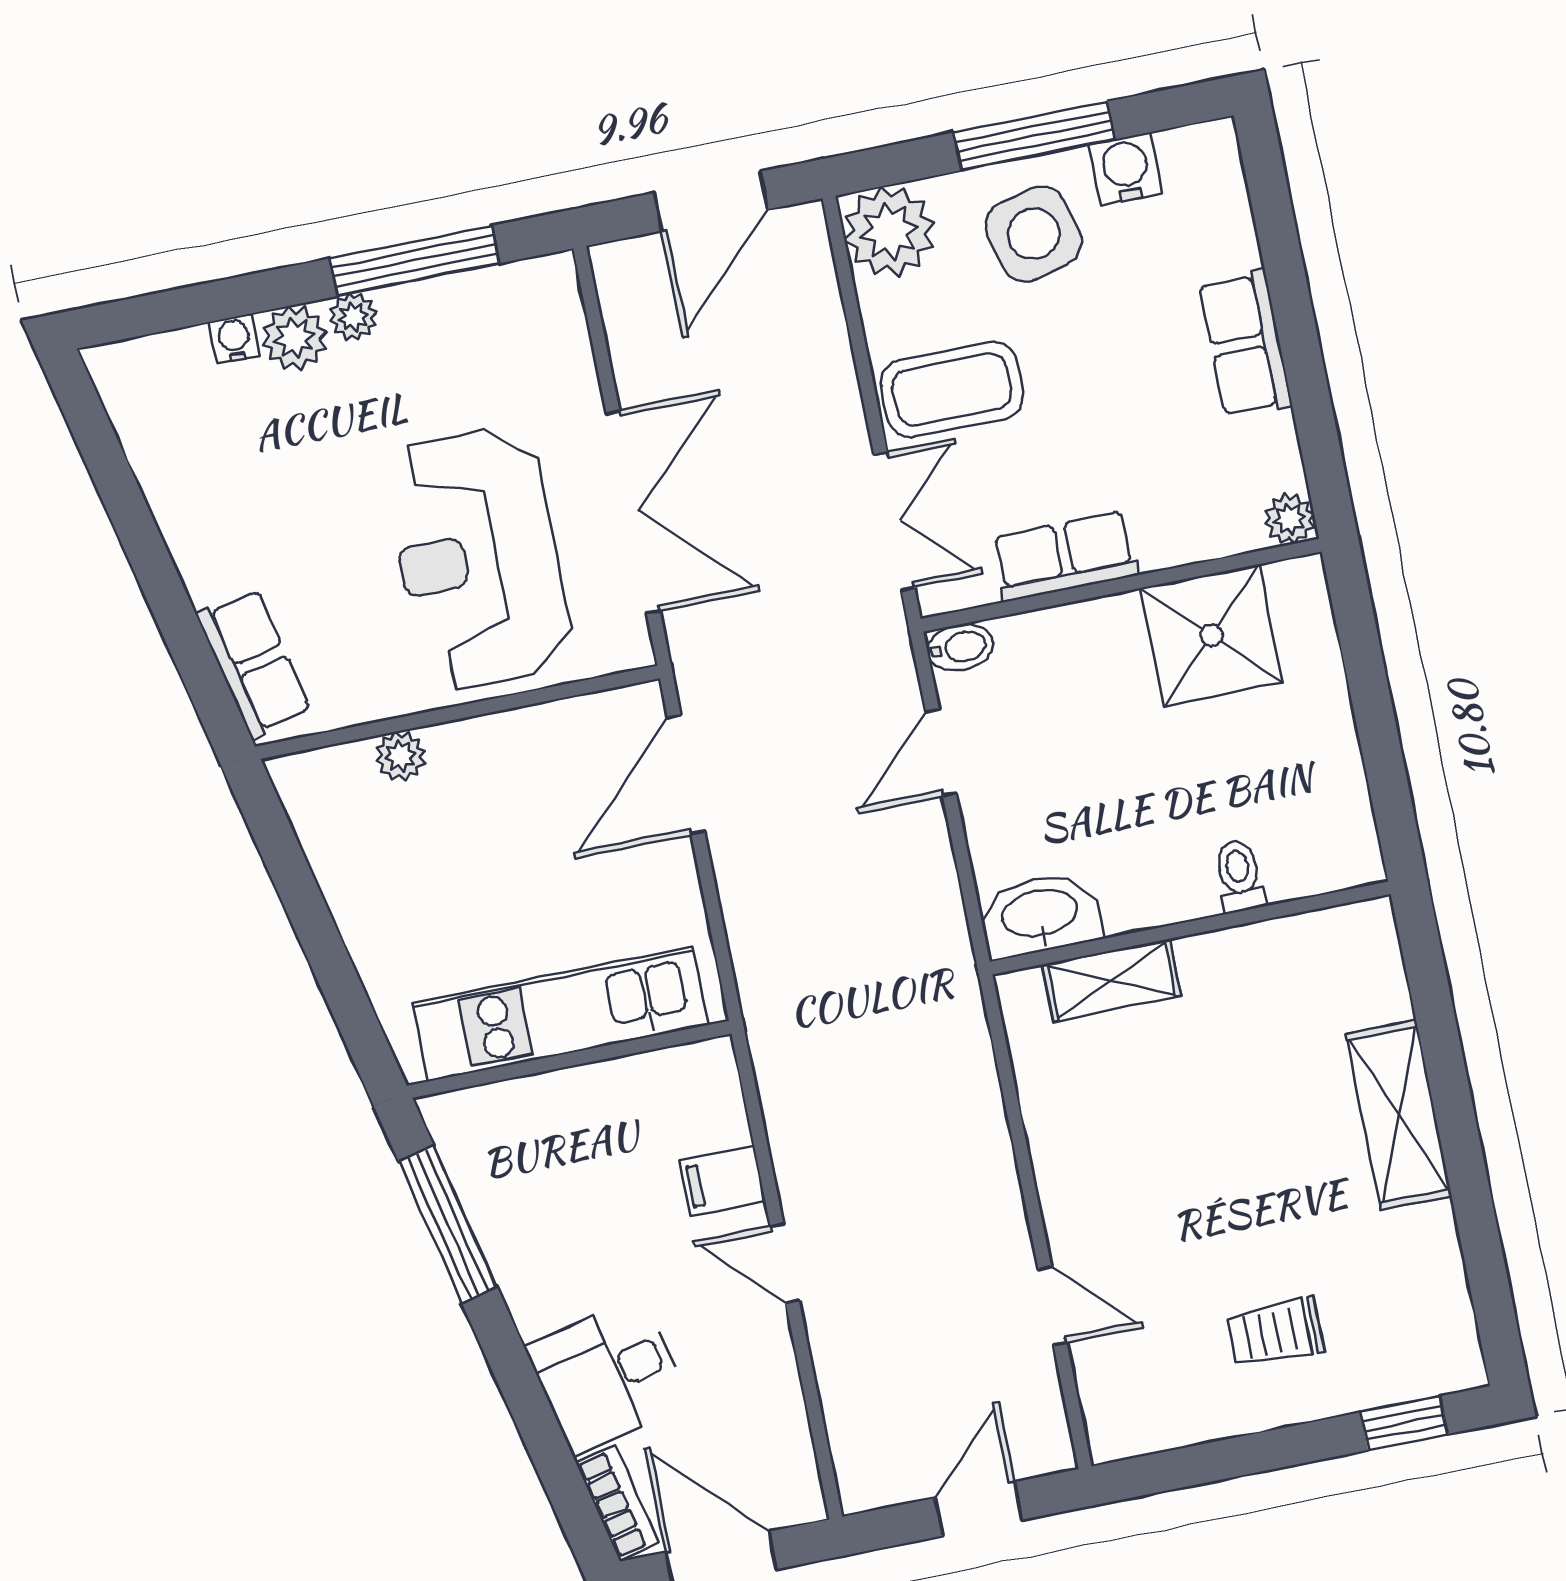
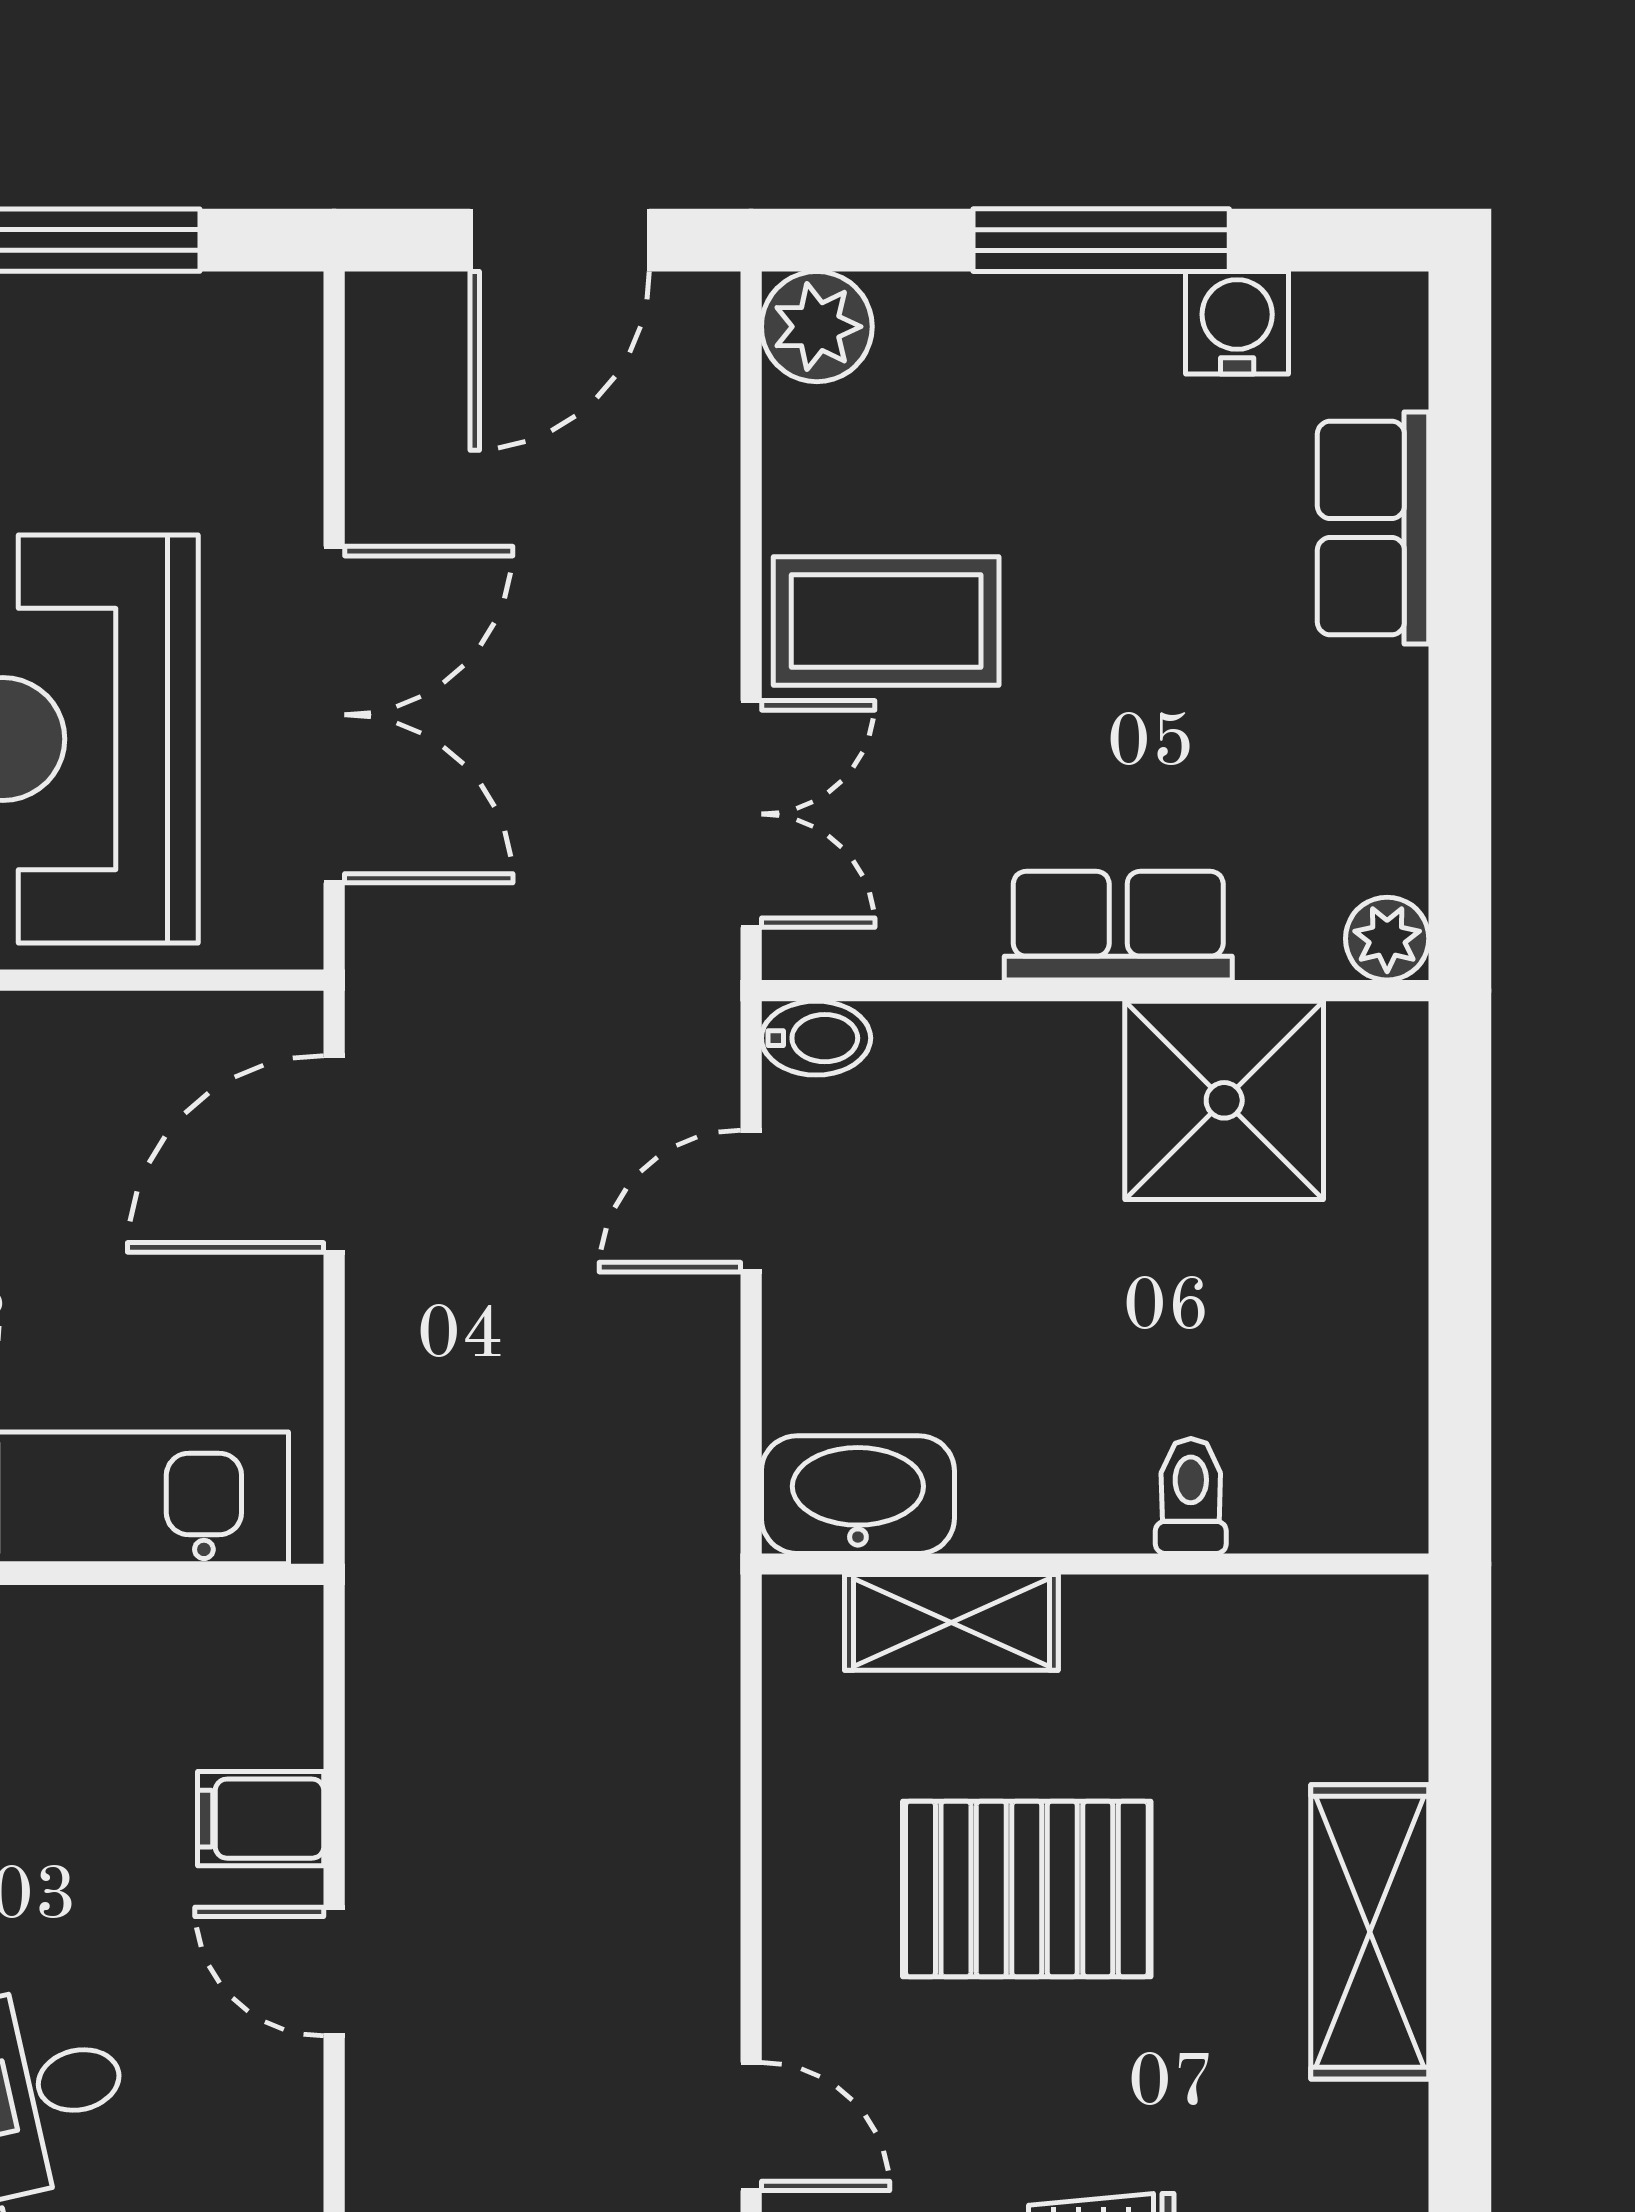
plant: (889, 231) -> (817, 327), width x0.73, depth x0.73
side table: (1034, 234) -> (1068, 397), removed
row of seats: (1245, 344) -> (1373, 528), moved
row of seats: (1065, 556) -> (1118, 926), moved
pallet: (1189, 1130) -> (1027, 1889), added

